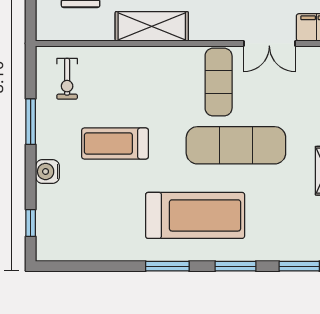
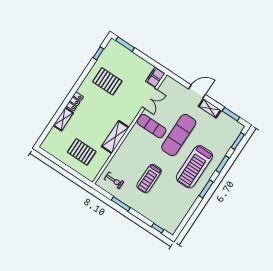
water cooler: (47, 171) -> (143, 210), removed
treadmill: (195, 215) -> (194, 167), turned 180

